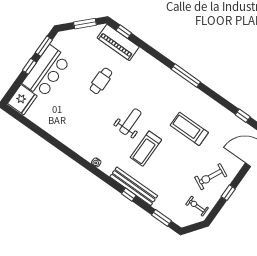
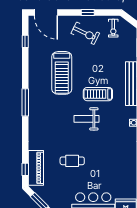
treadmill: (189, 129) -> (62, 73), width x1.37, depth x1.38
treadmill: (146, 149) -> (98, 94), turned 180

